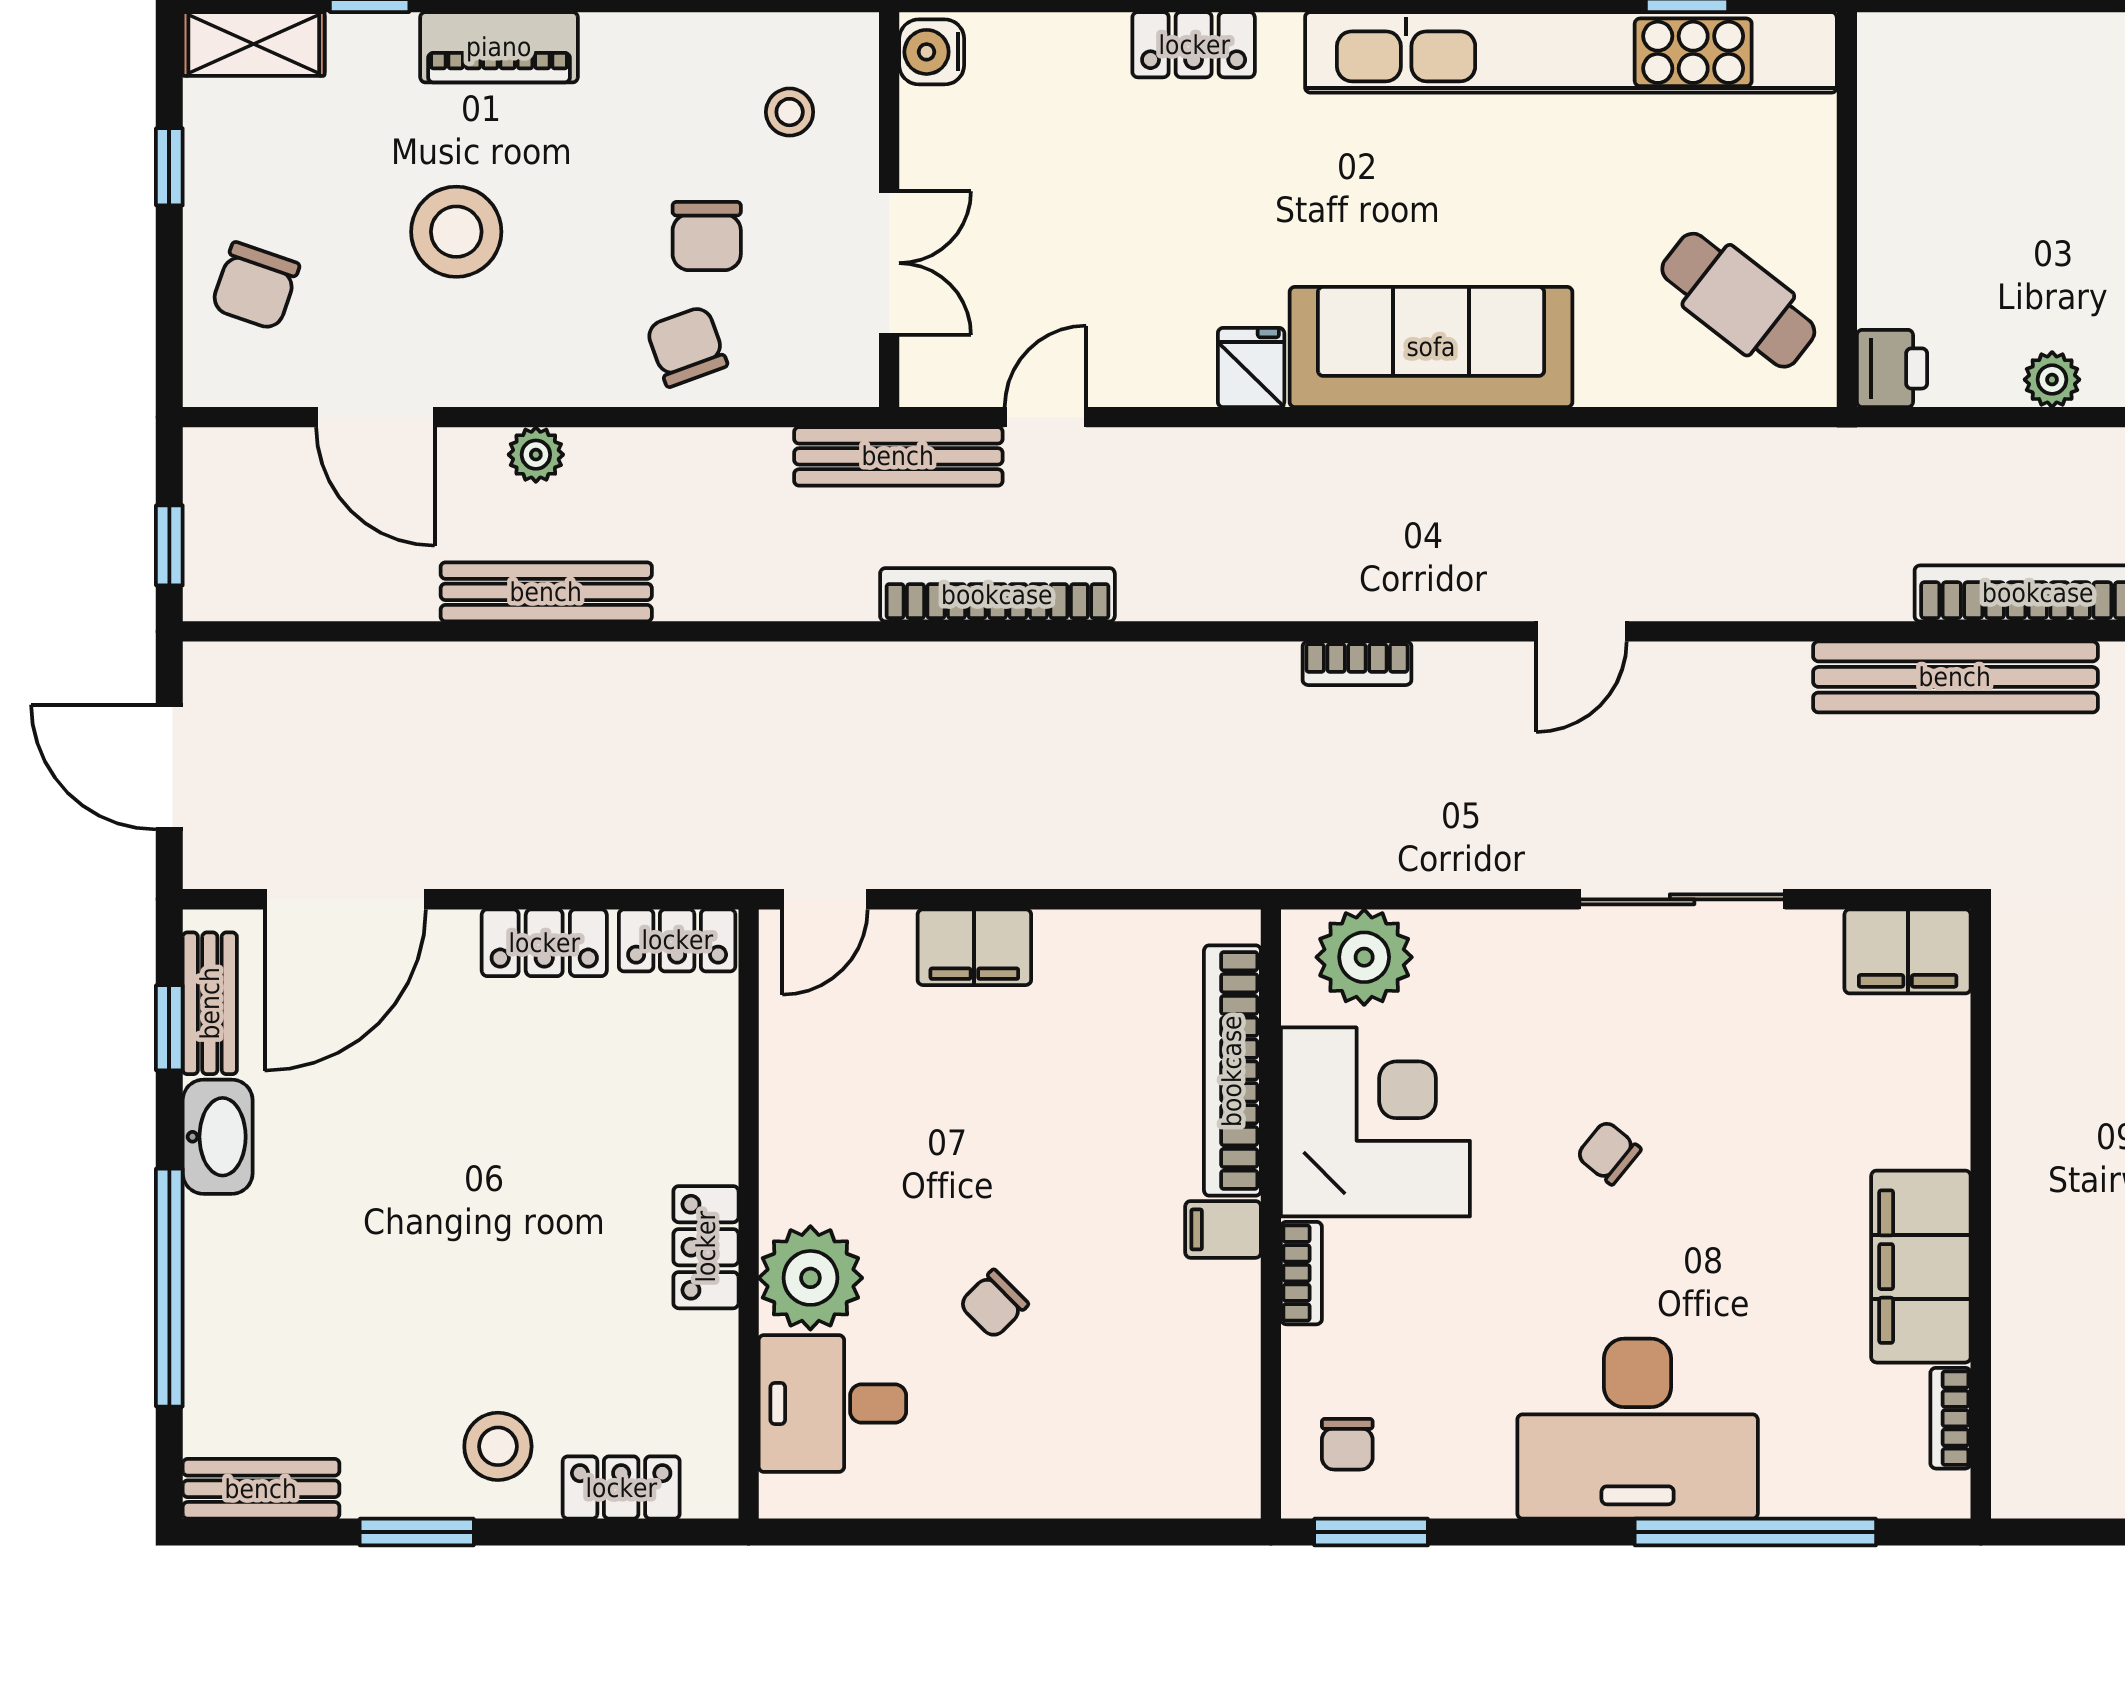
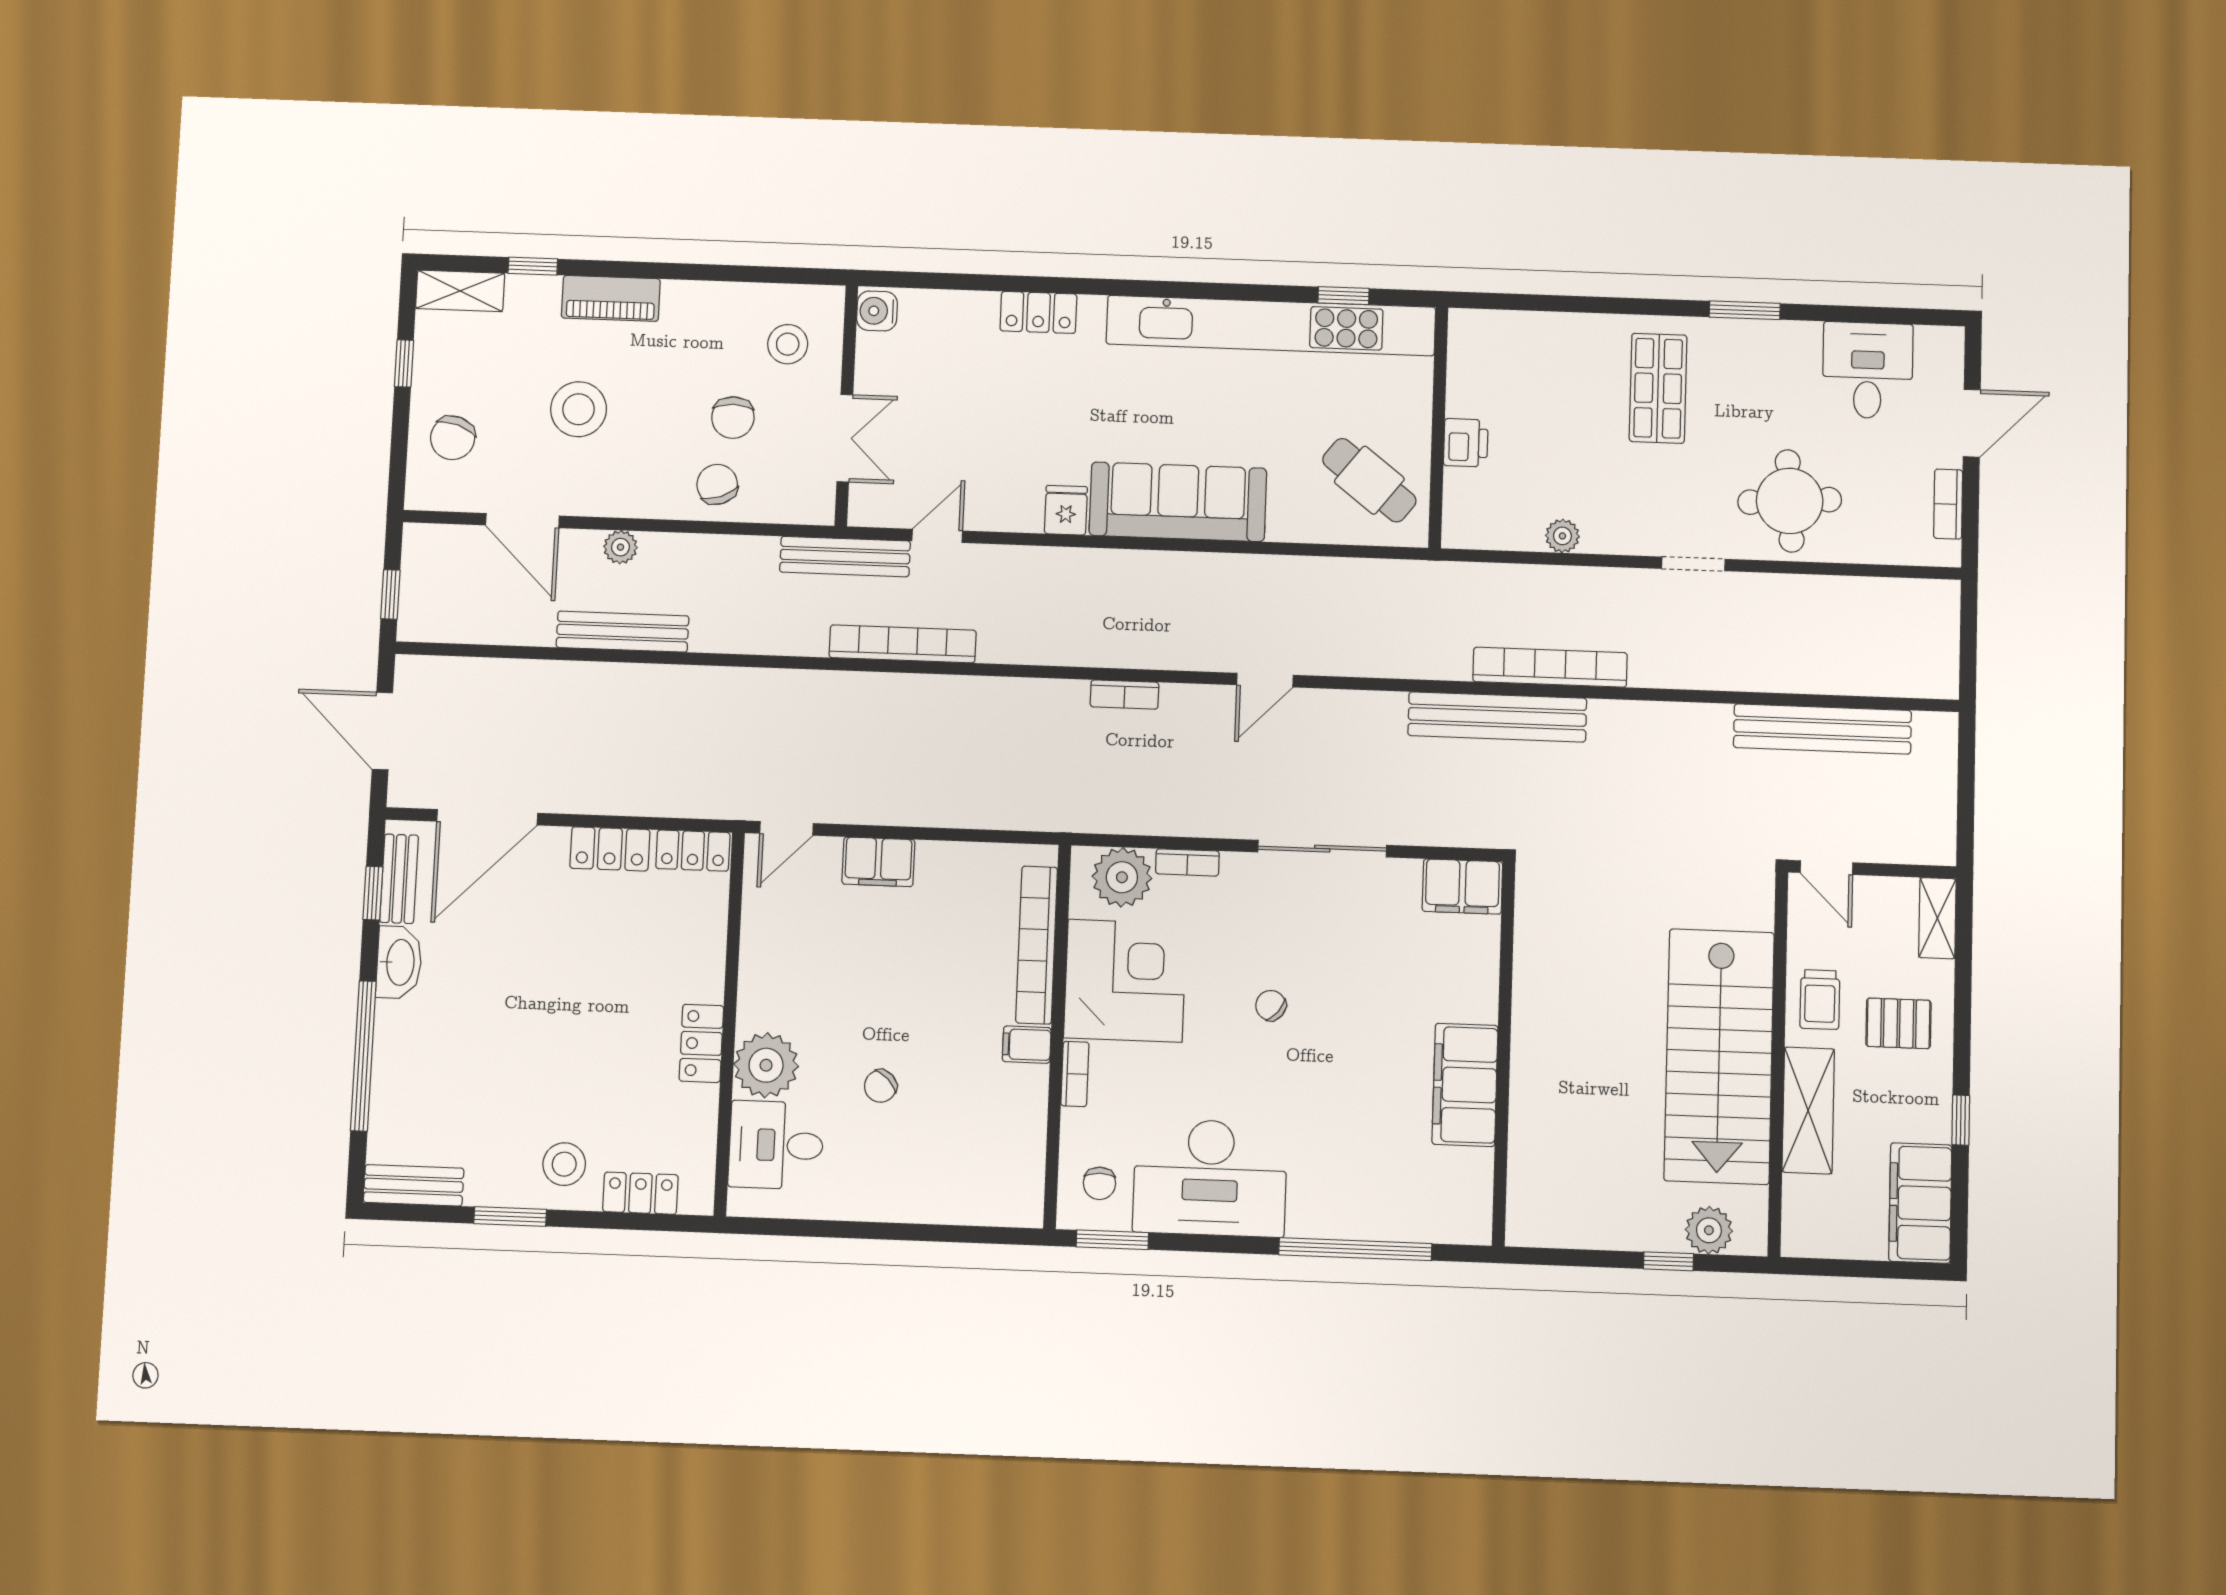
stool: (790, 112) -> (788, 344), width x1.37, depth x1.37
printer: (1892, 368) -> (1466, 443), moved
bookcase: (1951, 1418) -> (1187, 862), moved, turned -90
desk: (1638, 1429) -> (1210, 1178), moved

